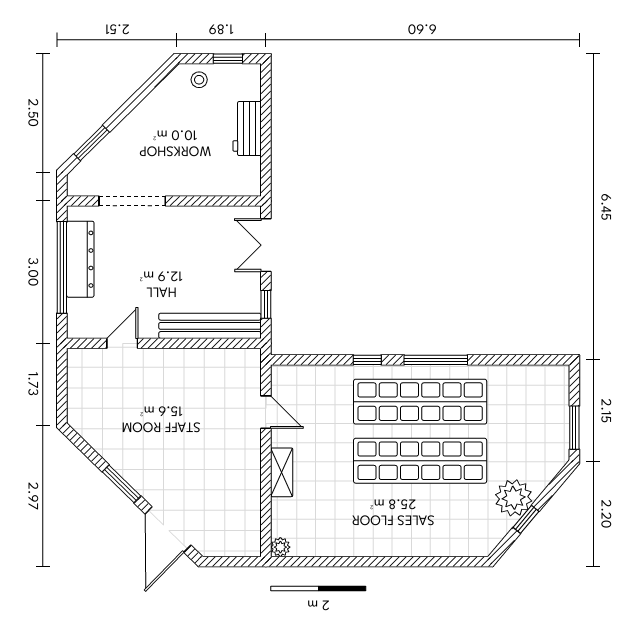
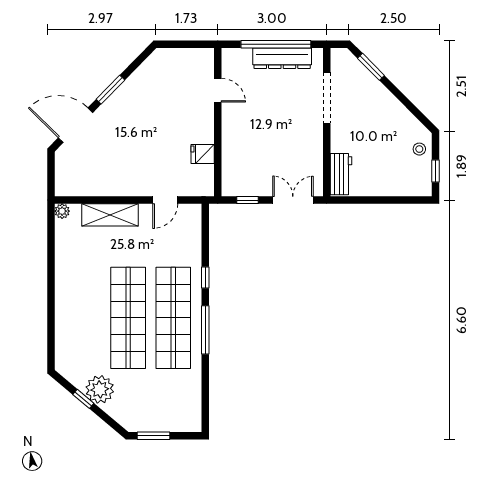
workbench: (247, 129) -> (341, 174), moved, turned 90
bench: (210, 326) -> (231, 157), removed
fridge: (206, 363) -> (203, 154), added
shelving: (282, 472) -> (110, 215), width x1.50, depth x1.33

